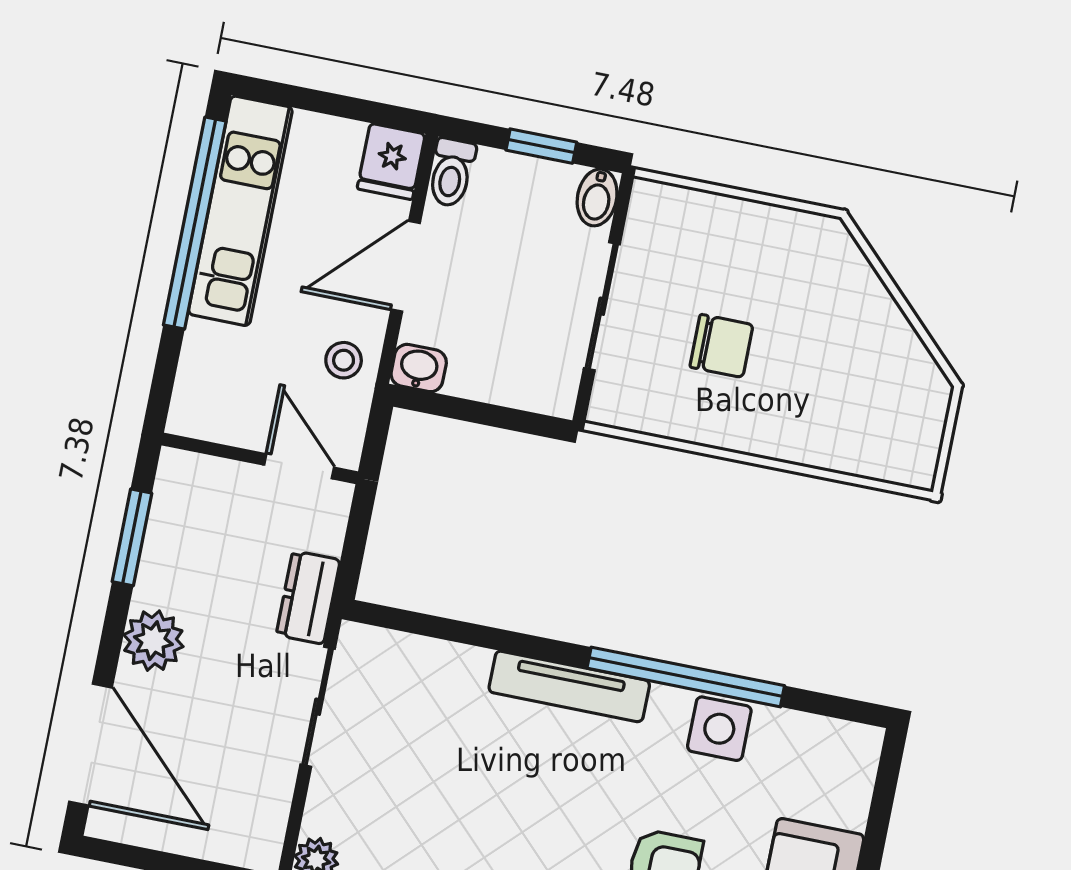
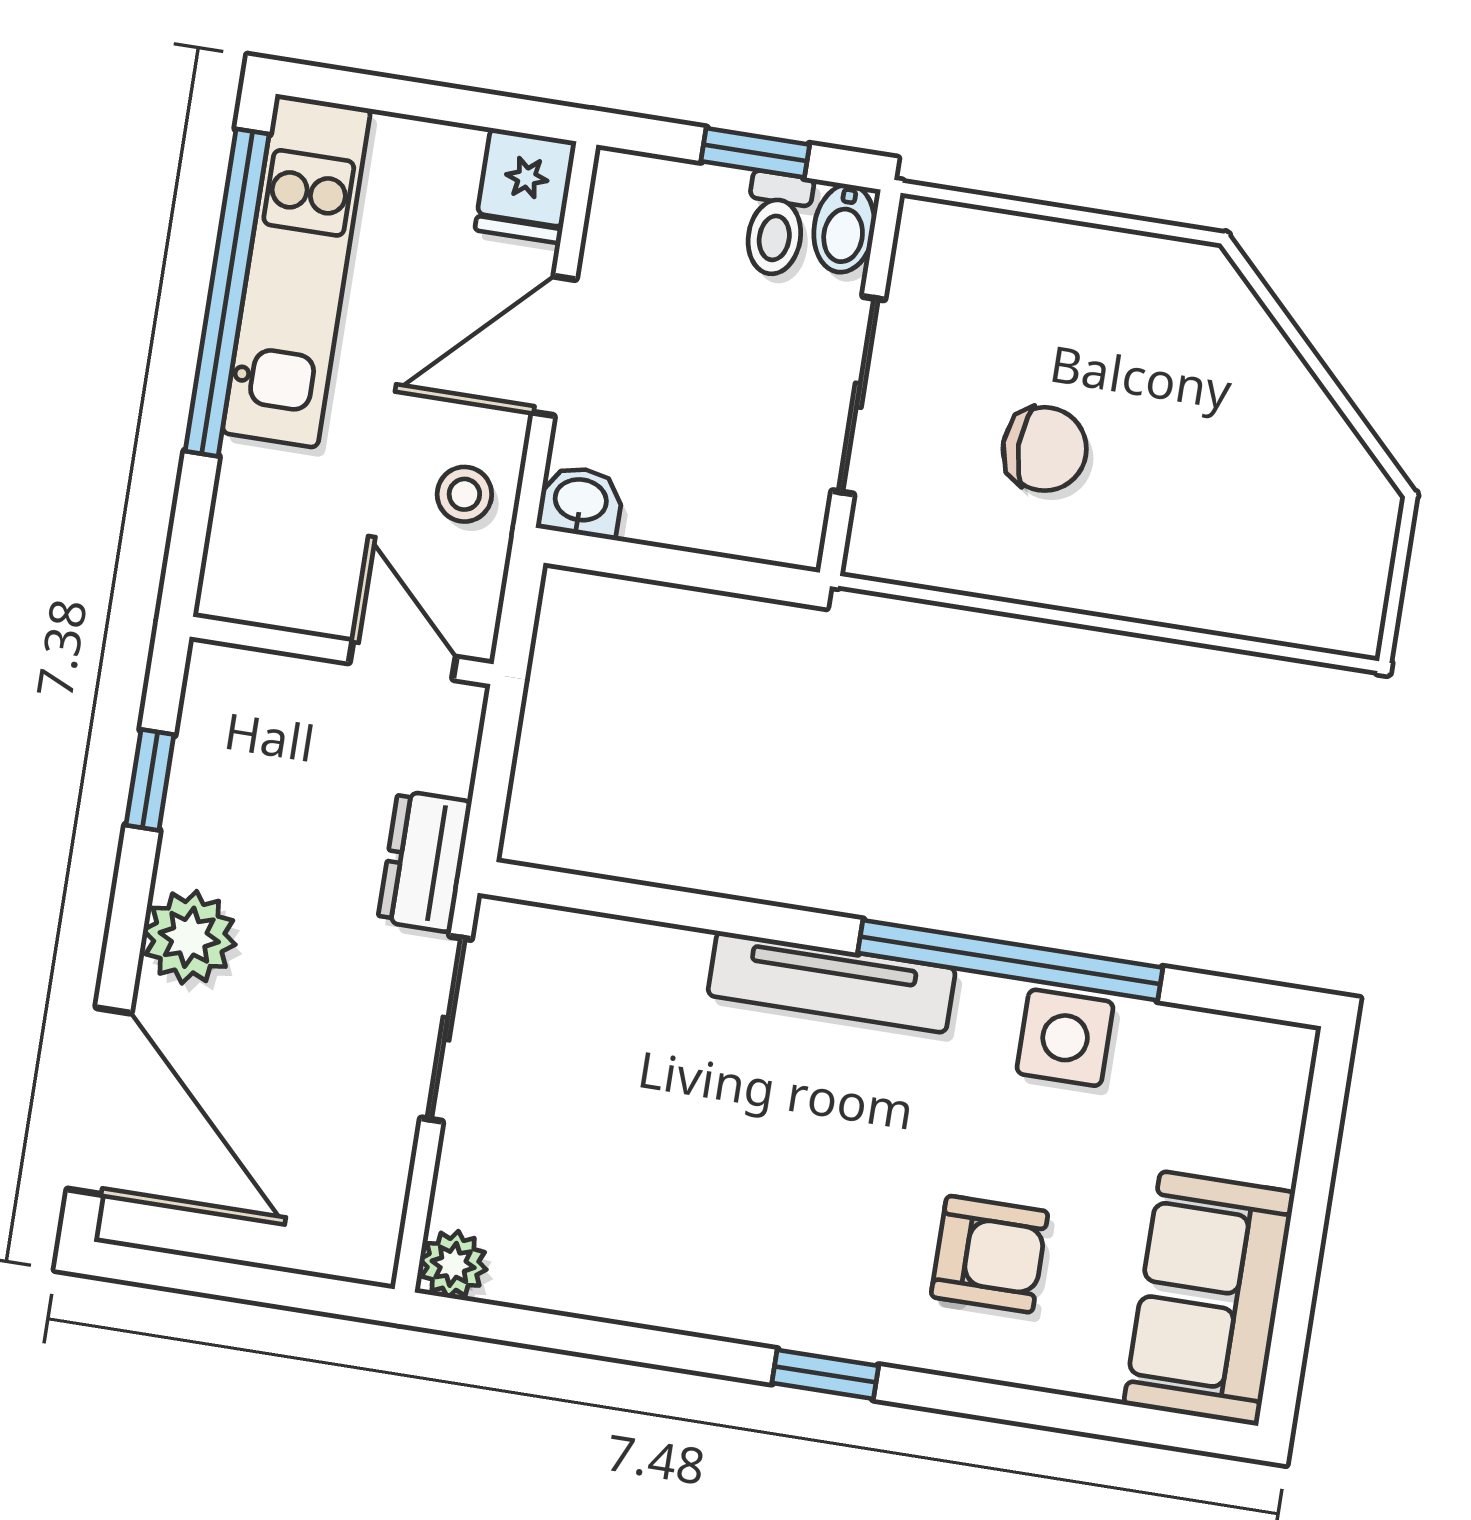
toilet: (452, 173) -> (776, 224), moved
window: (132, 537) -> (150, 780), width x0.67

